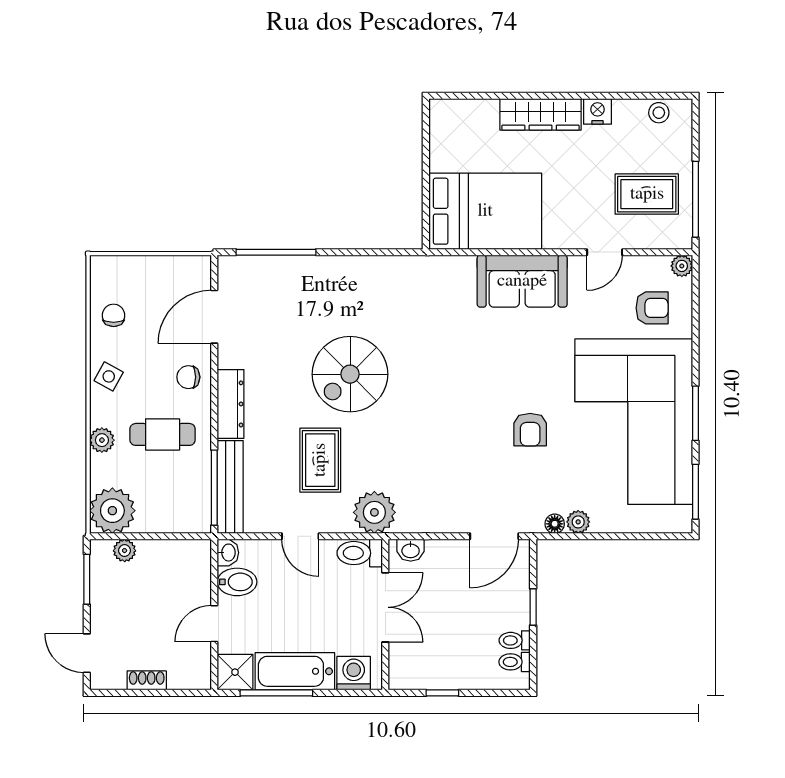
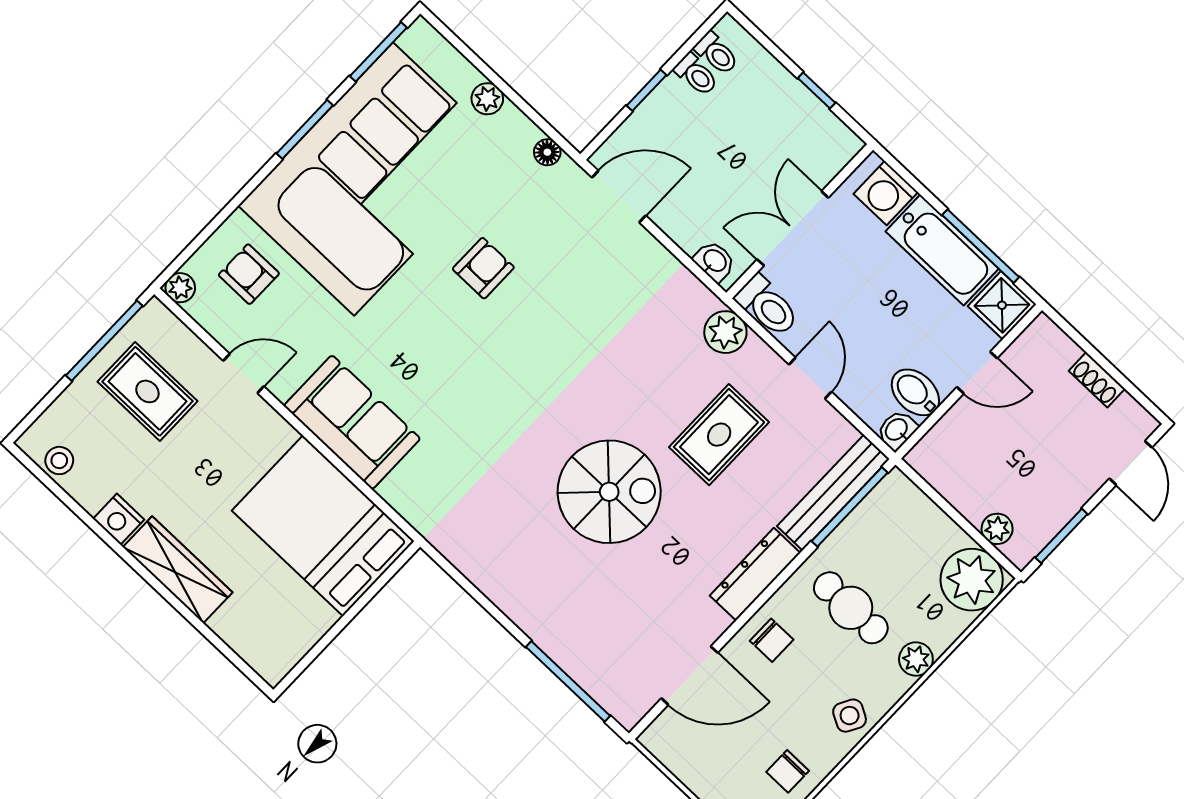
plant: (374, 512) -> (725, 332), width x0.73, depth x0.73
plant: (578, 522) -> (487, 99), moved

